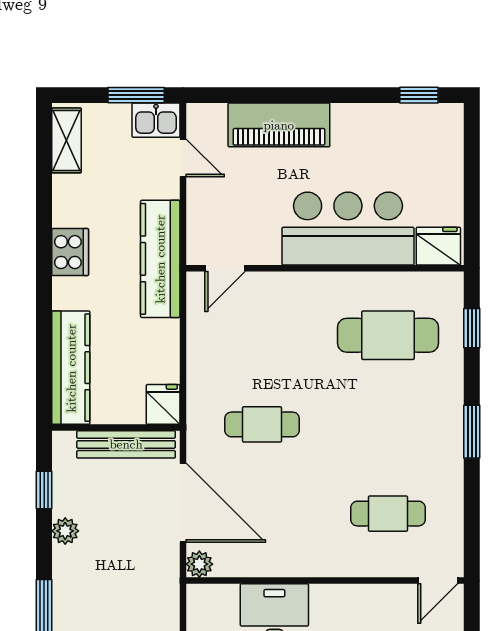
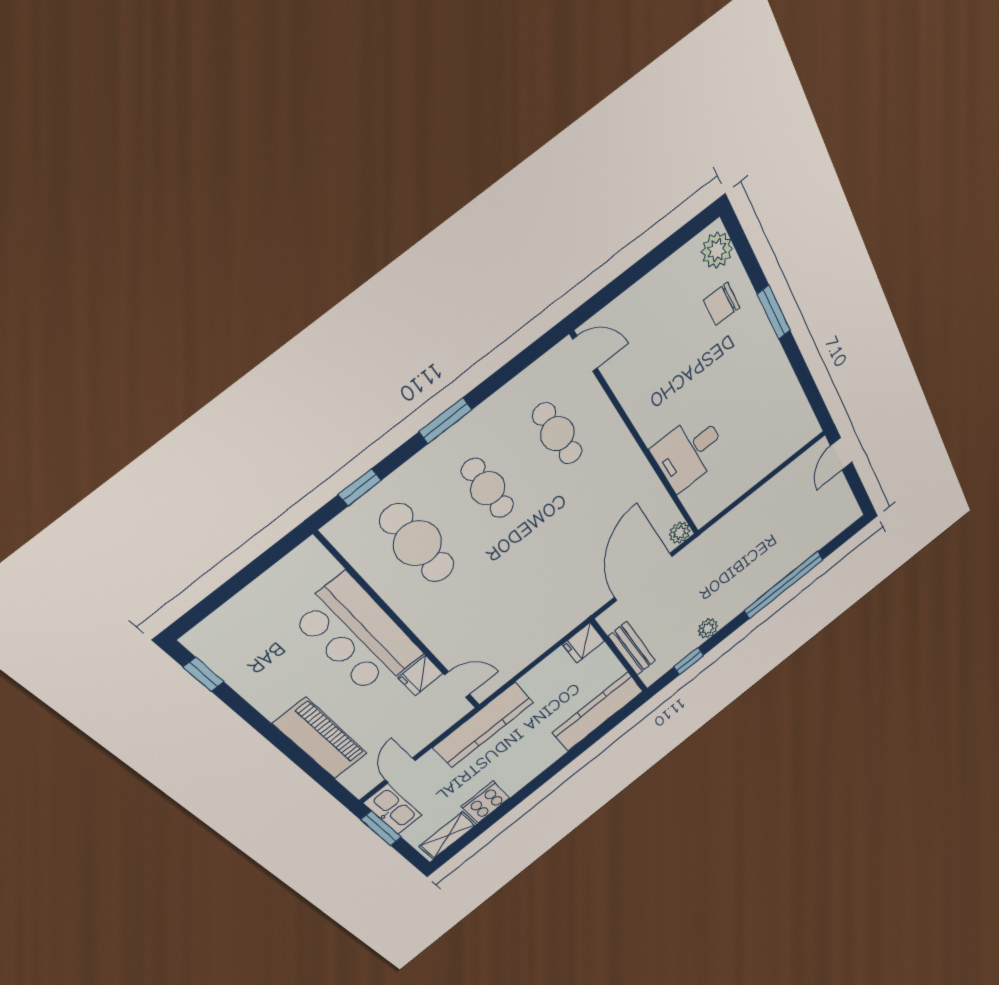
kitchen sink: (156, 120) -> (393, 809), width x1.38
fridge: (438, 246) -> (420, 675), moved, width x0.72
cooker: (70, 252) -> (486, 802), moved
cafe table: (262, 424) -> (488, 488), moved
bench: (126, 444) -> (632, 649), width x0.73

